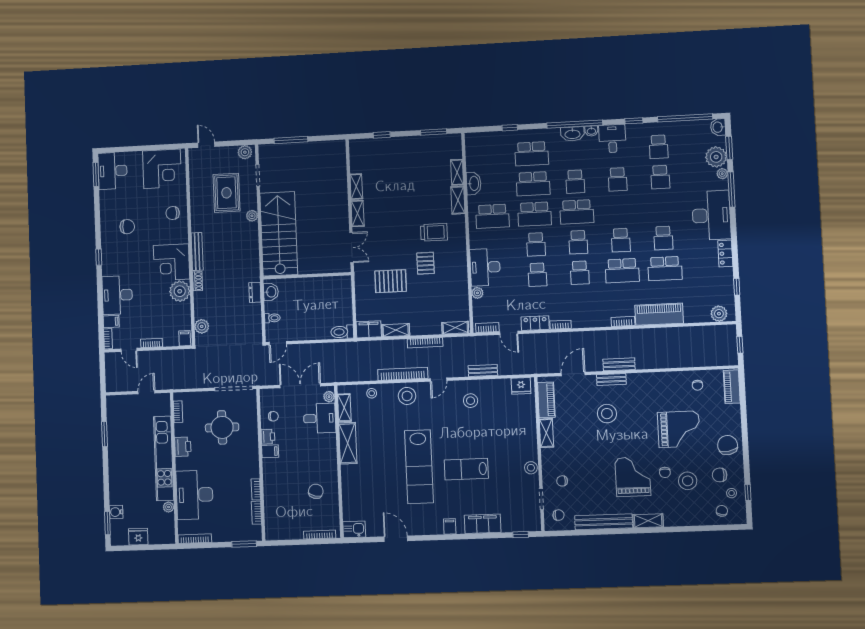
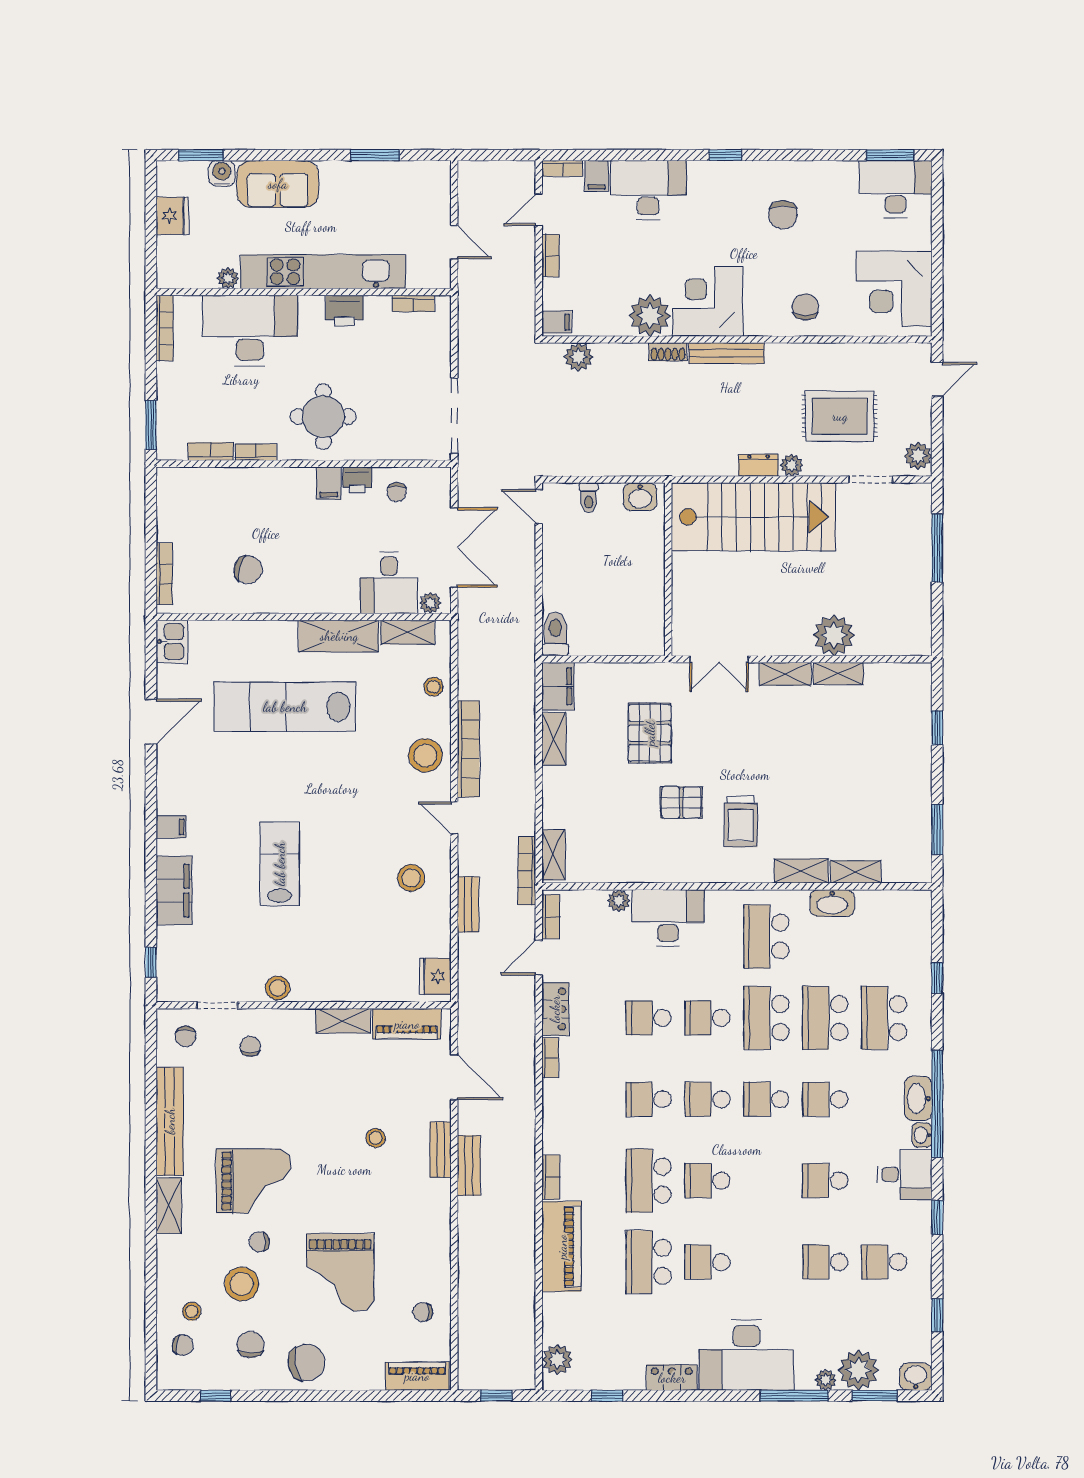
window: (685, 118) -> (937, 1315), width x0.32
plant: (337, 190) -> (834, 635), added
school desk: (577, 212) -> (766, 1099), width x0.54
dresser: (255, 292) -> (758, 465), moved
bookcase: (425, 343) -> (527, 871), moved
stool: (607, 414) -> (376, 1138), width x0.53, depth x0.53
round table: (222, 427) -> (323, 417), moved
lab bench: (419, 467) -> (285, 707), moved
sofa: (121, 483) -> (278, 184), added
stool: (732, 493) -> (192, 1311), moved

